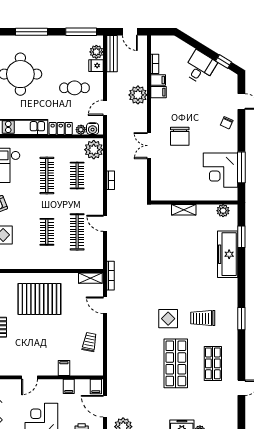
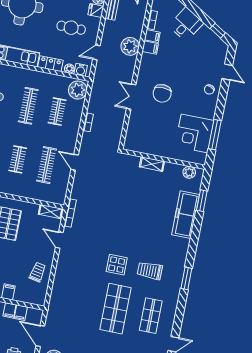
desk: (200, 67) -> (186, 24), moved
filing cabinet: (96, 386) -> (21, 313), moved

